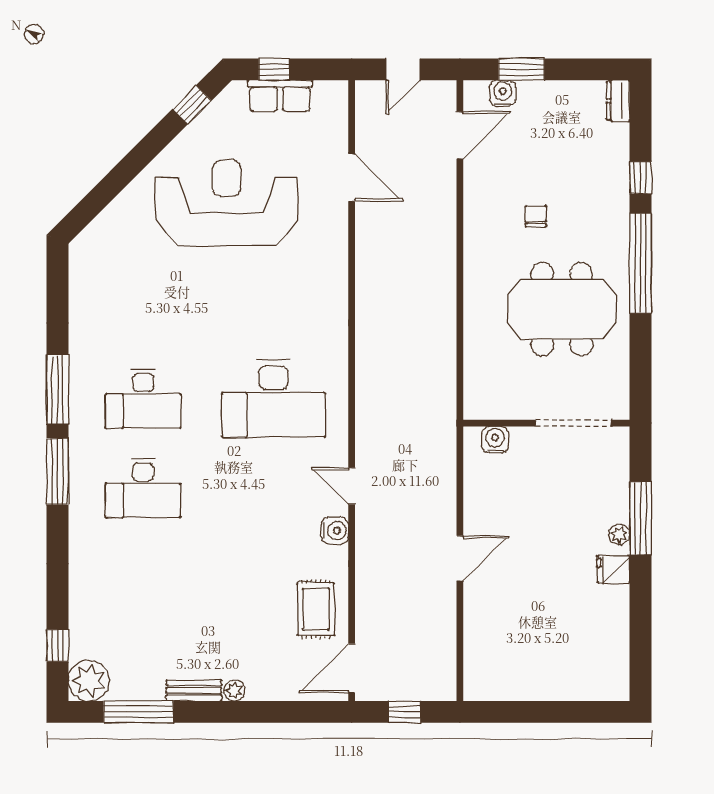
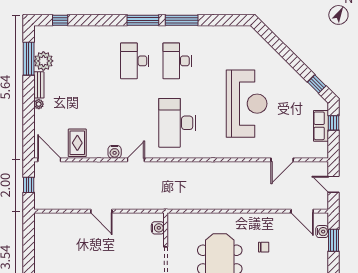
reception desk: (227, 203) -> (247, 104), moved
rug: (316, 609) -> (77, 143), turned 90
plant: (89, 681) -> (43, 61), moved

